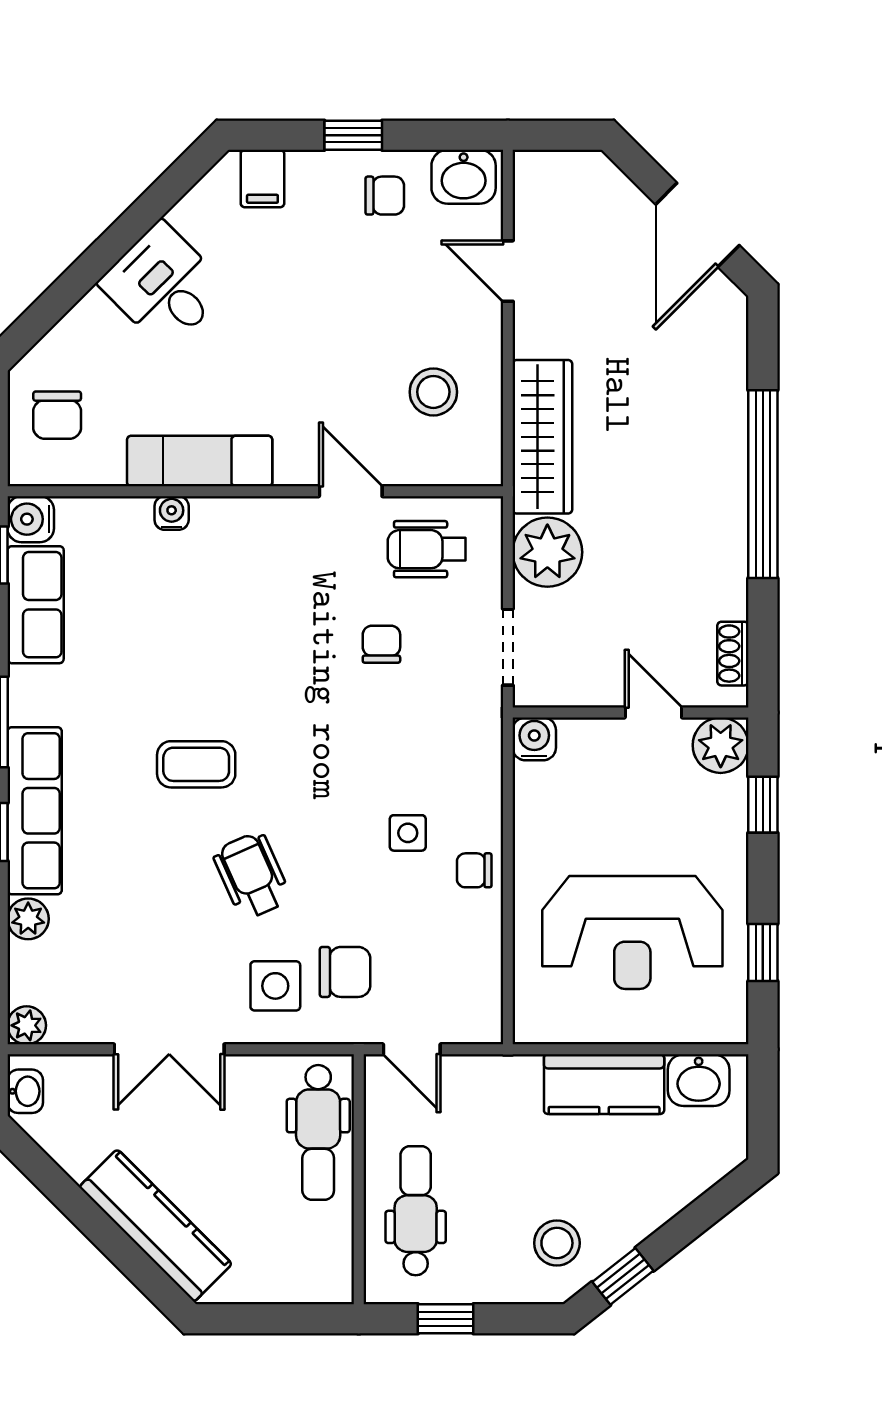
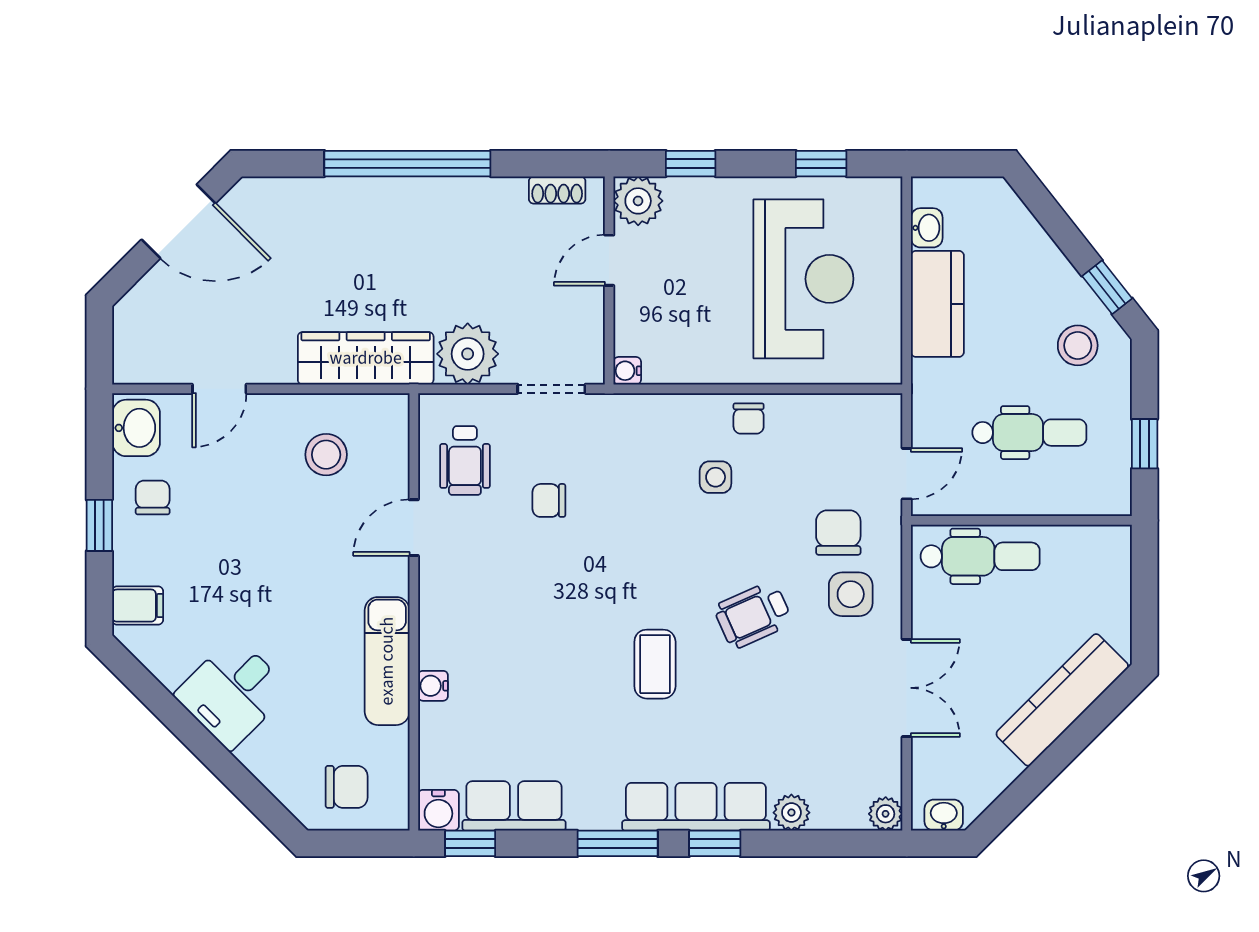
water cooler: (534, 739) -> (627, 371), width x0.72, depth x0.72
washbasin: (699, 1080) -> (927, 228), width x0.72, depth x0.69
dental chair: (416, 1211) -> (1029, 433), moved, turned 180

